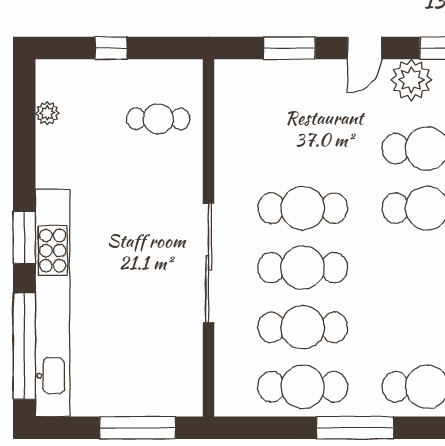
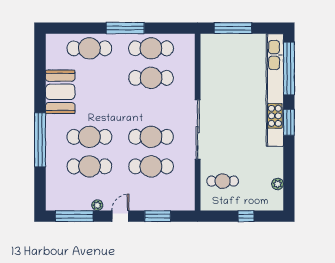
plant: (411, 80) -> (97, 205), width x0.53, depth x0.53
sliding door: (209, 263) -> (198, 130), moved
cafe table: (303, 268) -> (151, 166), moved

